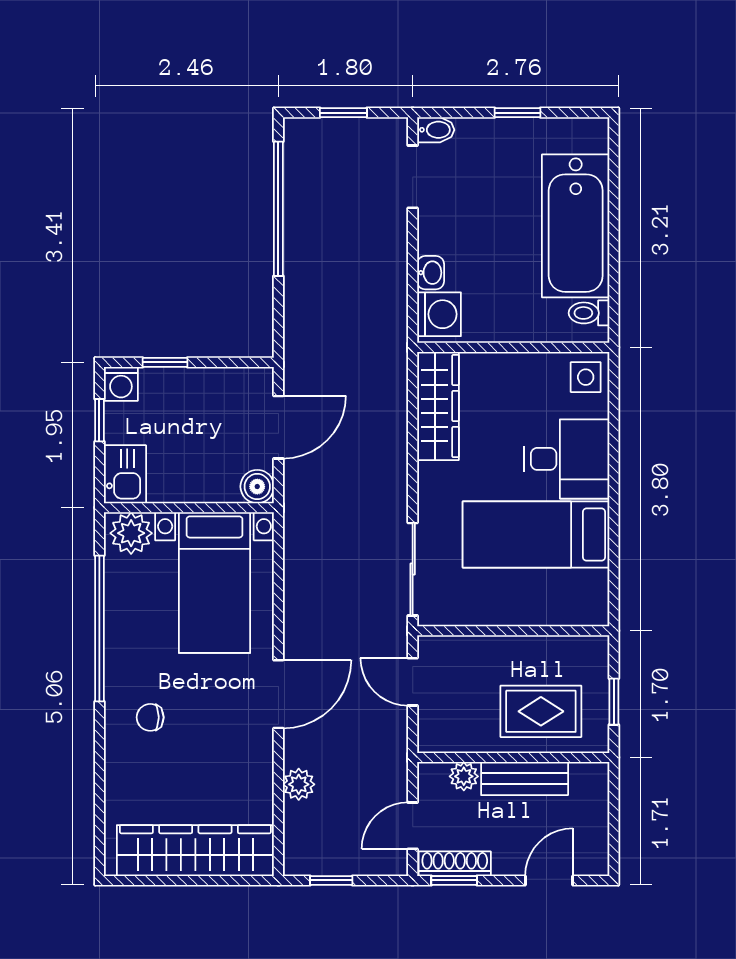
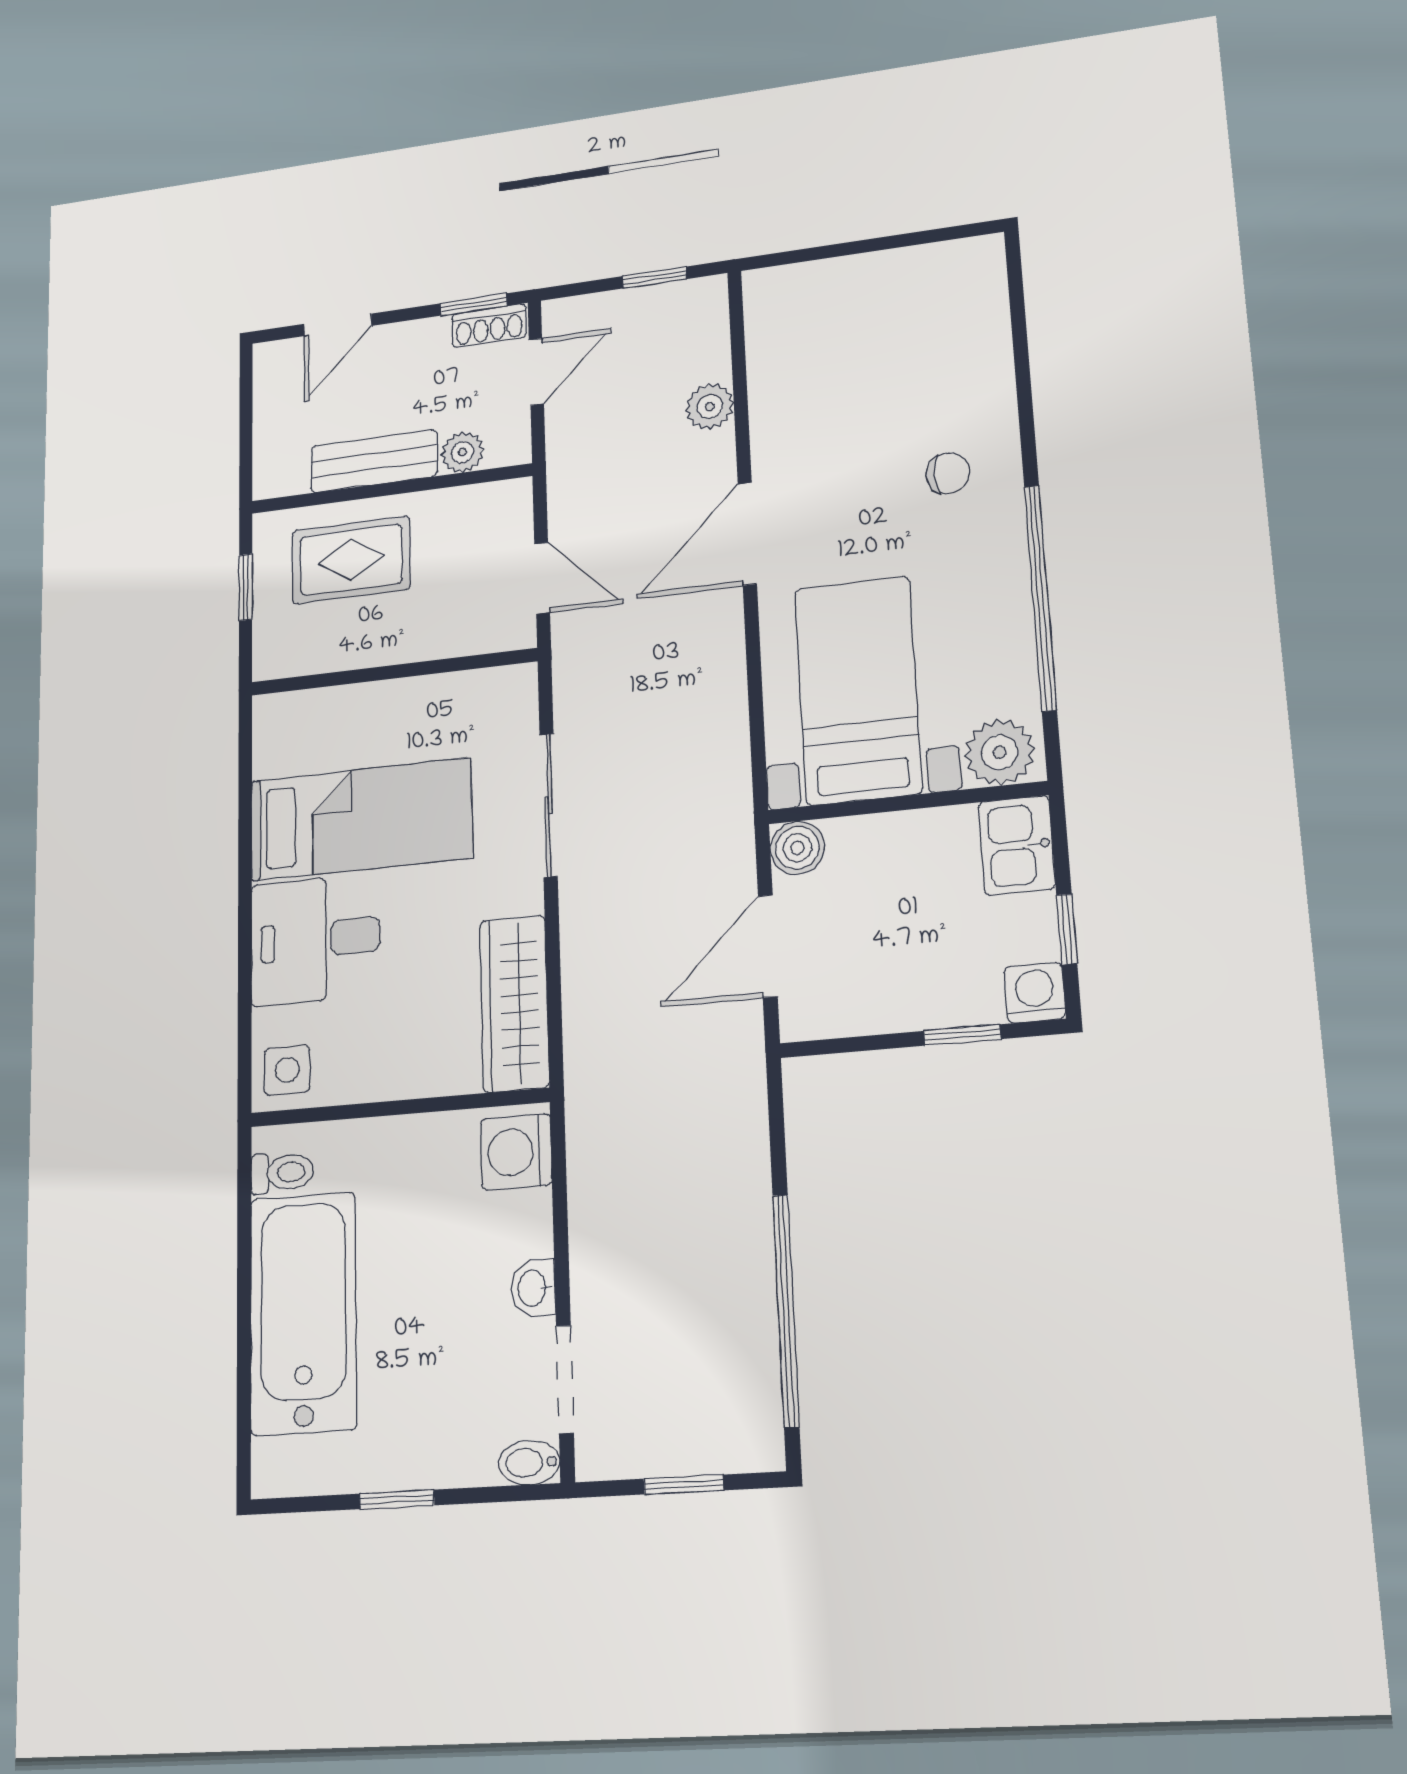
washbasin: (431, 273) -> (533, 1288), moved
sliding door: (413, 569) -> (549, 805), moved
wardrobe: (195, 851) -> (864, 289), removed
shoe rack: (455, 864) -> (489, 326), width x0.70

